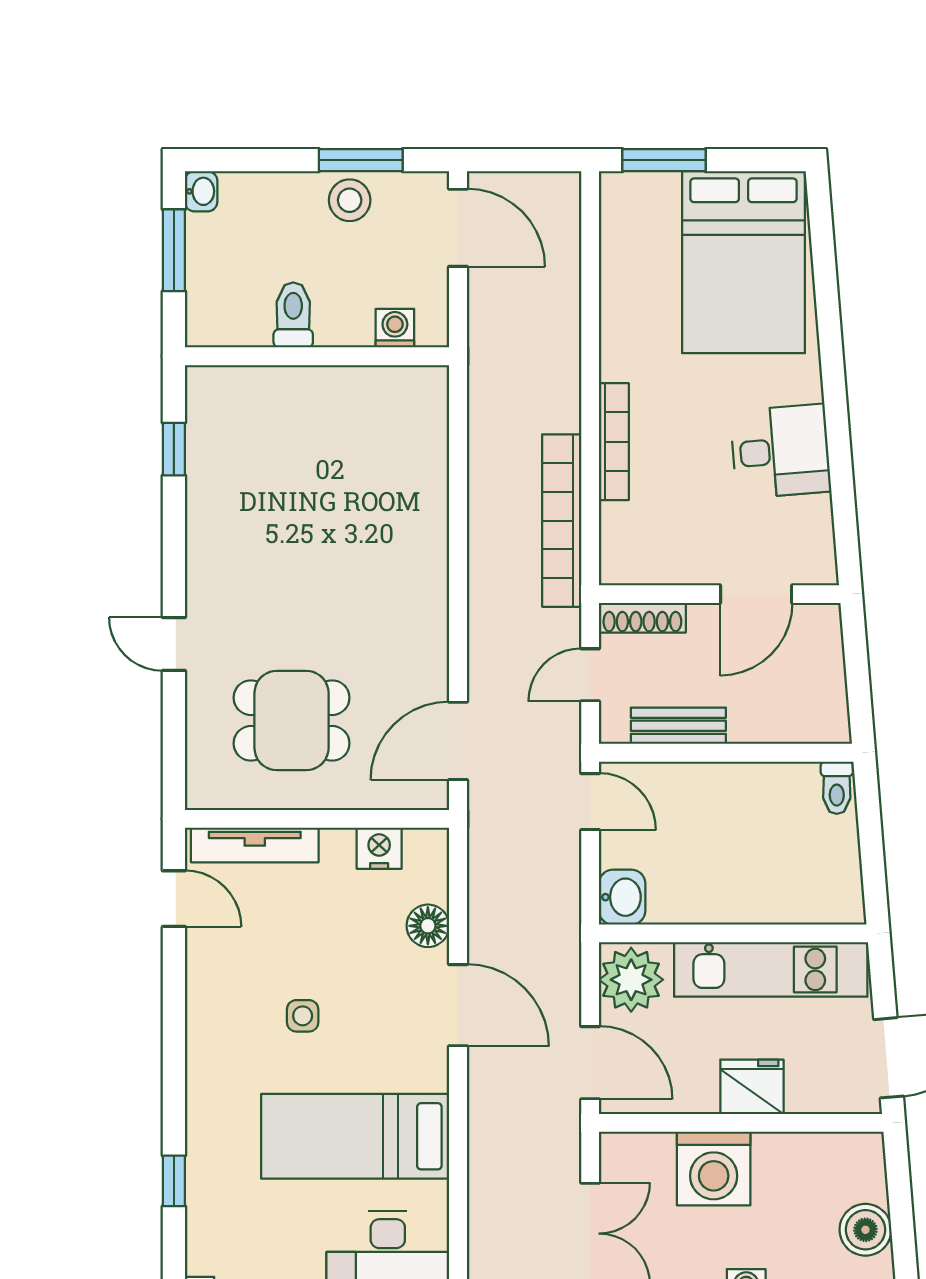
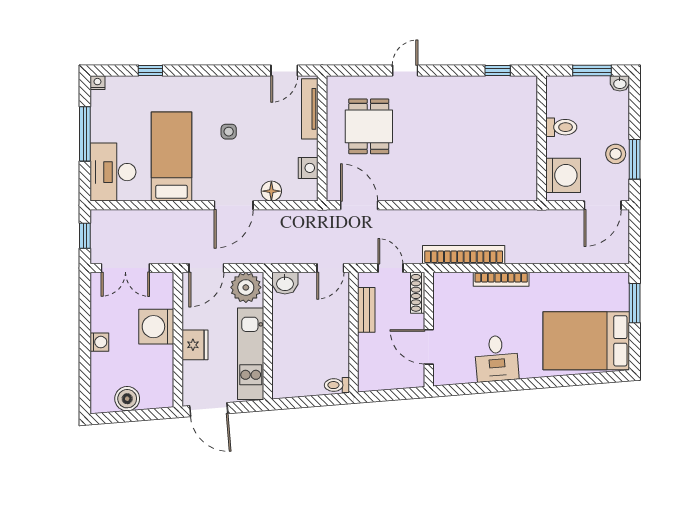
washing machine: (395, 328) -> (563, 175), width x1.89, depth x1.89

